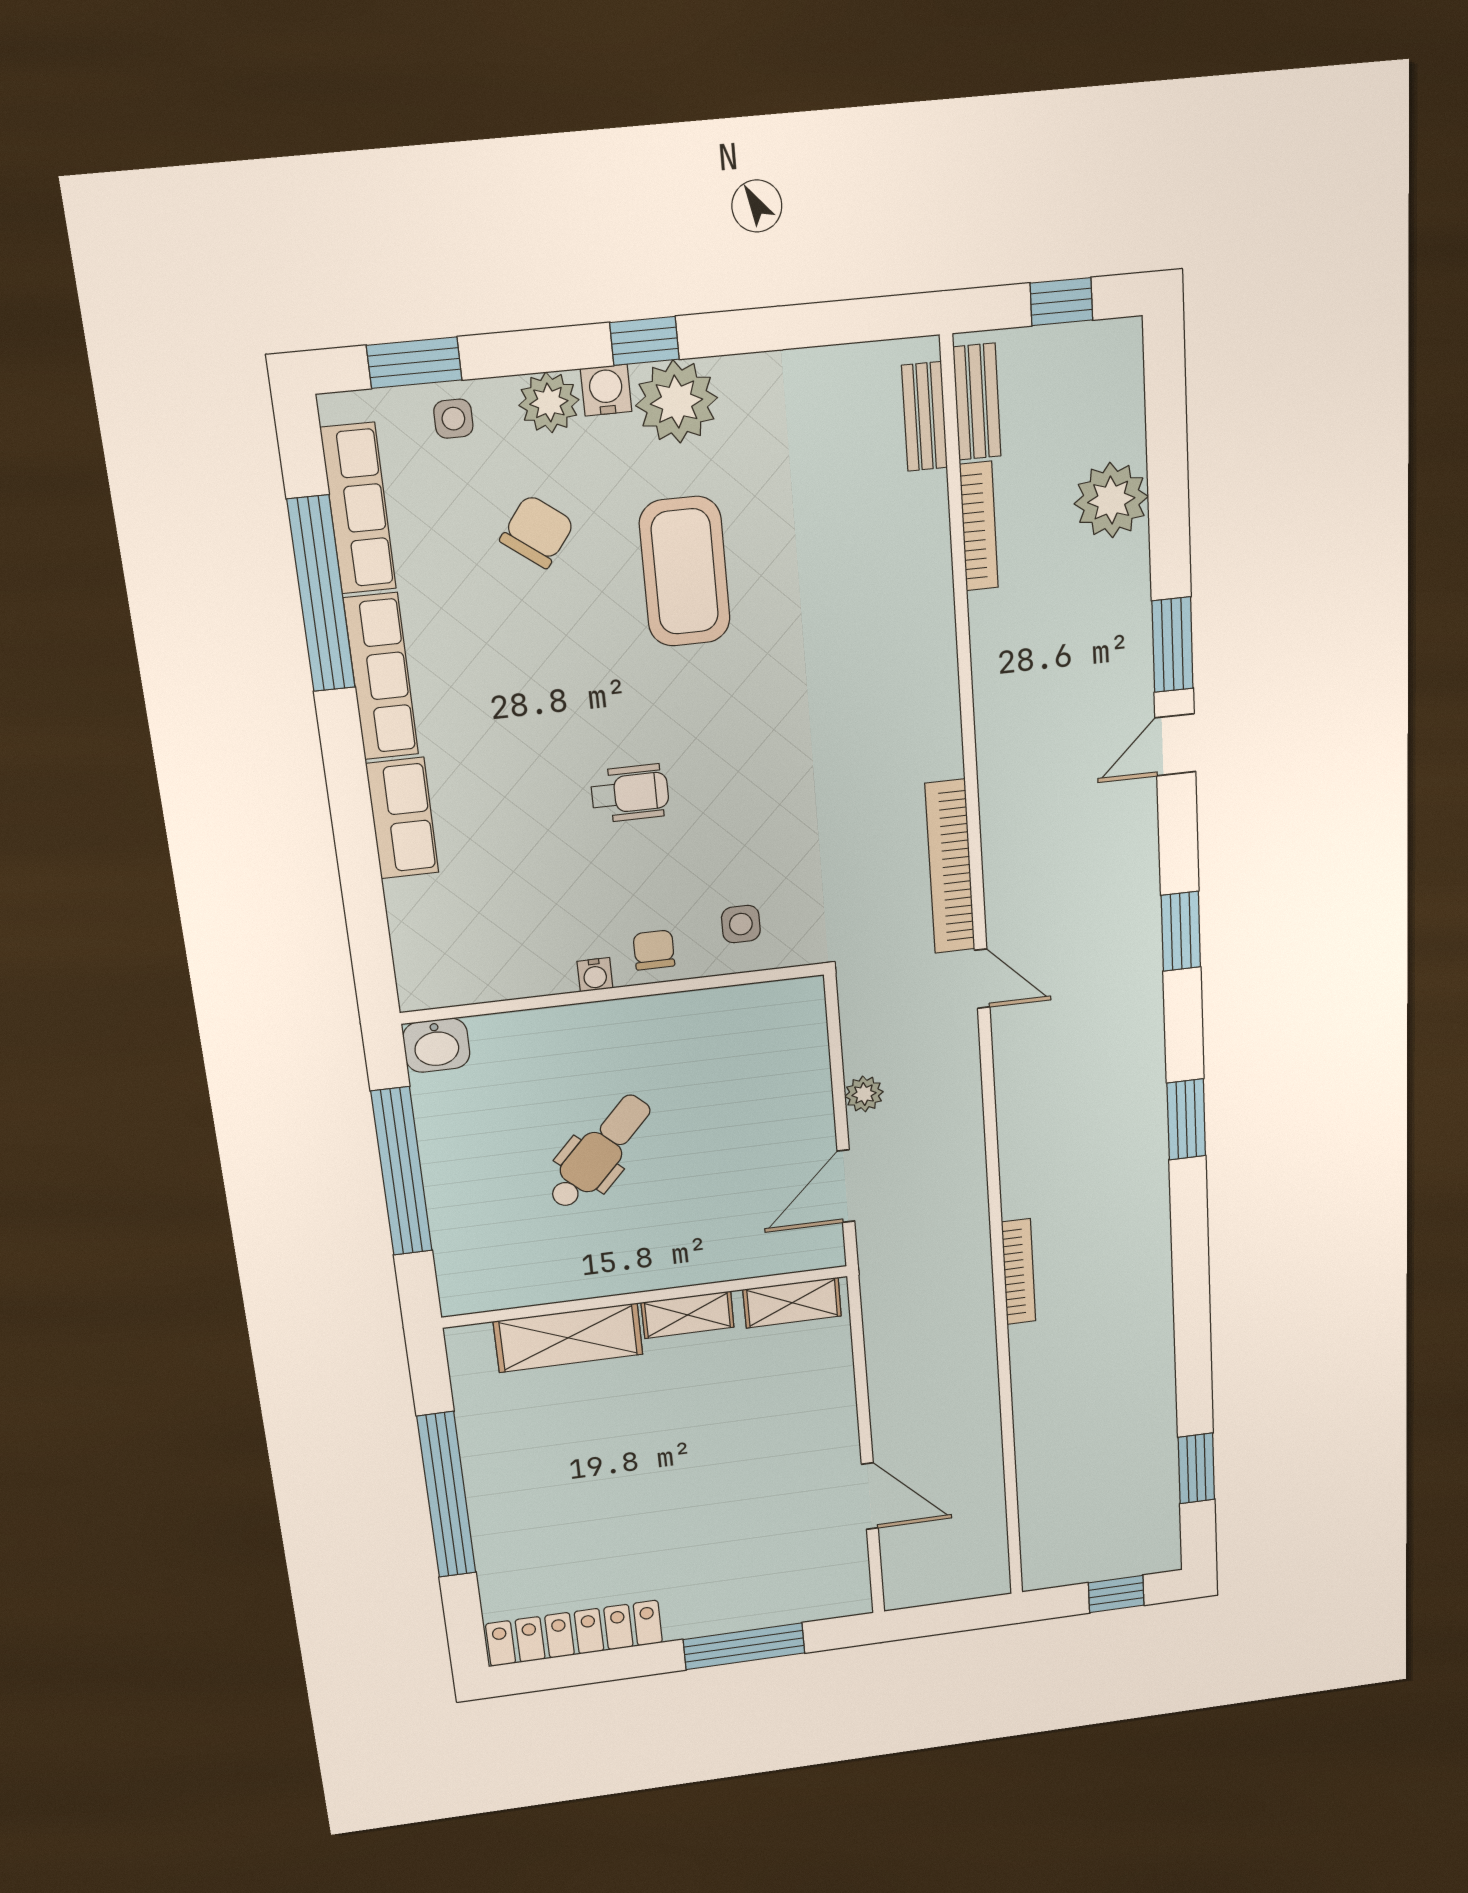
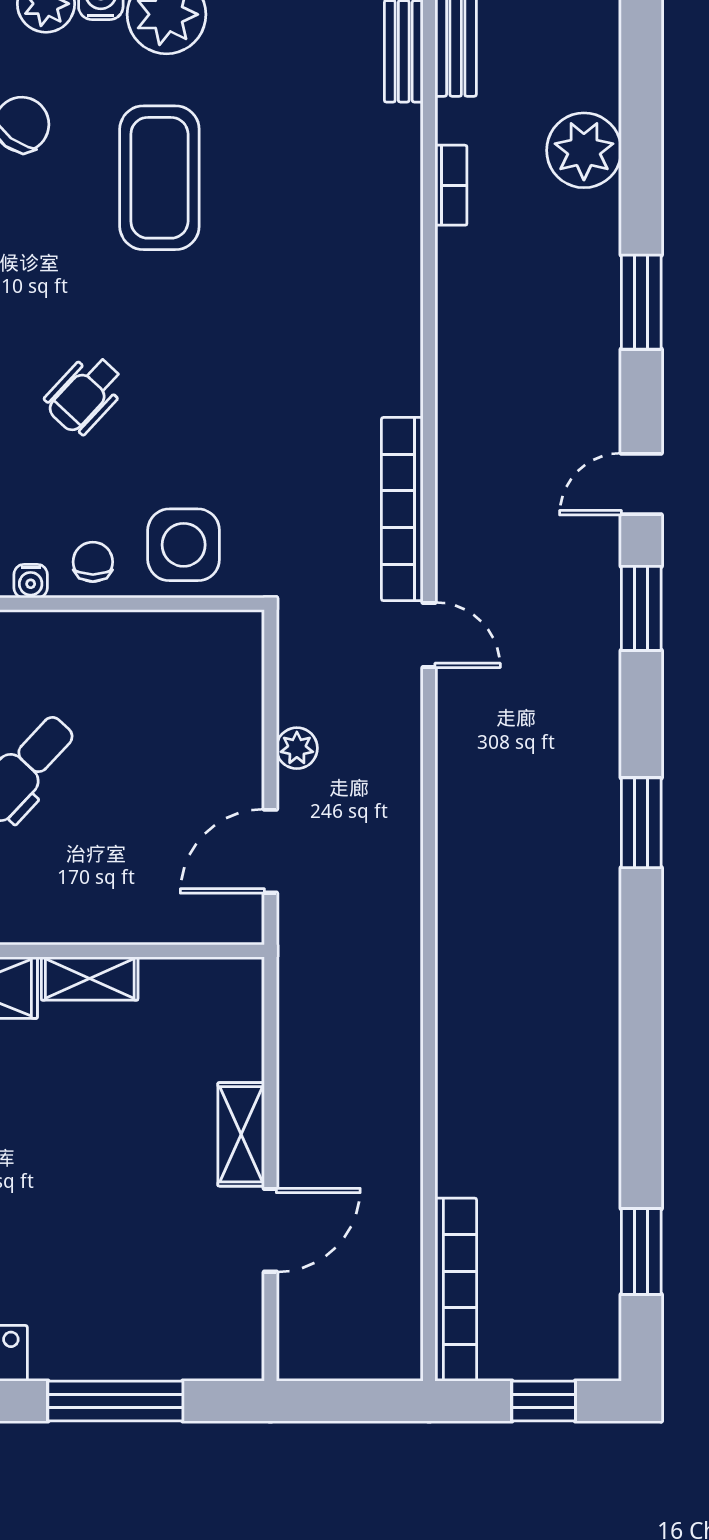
bookcase: (979, 526) -> (451, 185), width x0.64
door: (1175, 745) -> (641, 484), moved
wheelchair: (630, 793) -> (85, 394), turned 133
side table: (741, 924) -> (184, 545), width x1.87, depth x1.87
bookcase: (1019, 1272) -> (456, 1290), moved, width x1.48, depth x1.31
shelving: (792, 1303) -> (241, 1134), moved, turned 90
door: (870, 1496) -> (270, 1230), hinge flipped

